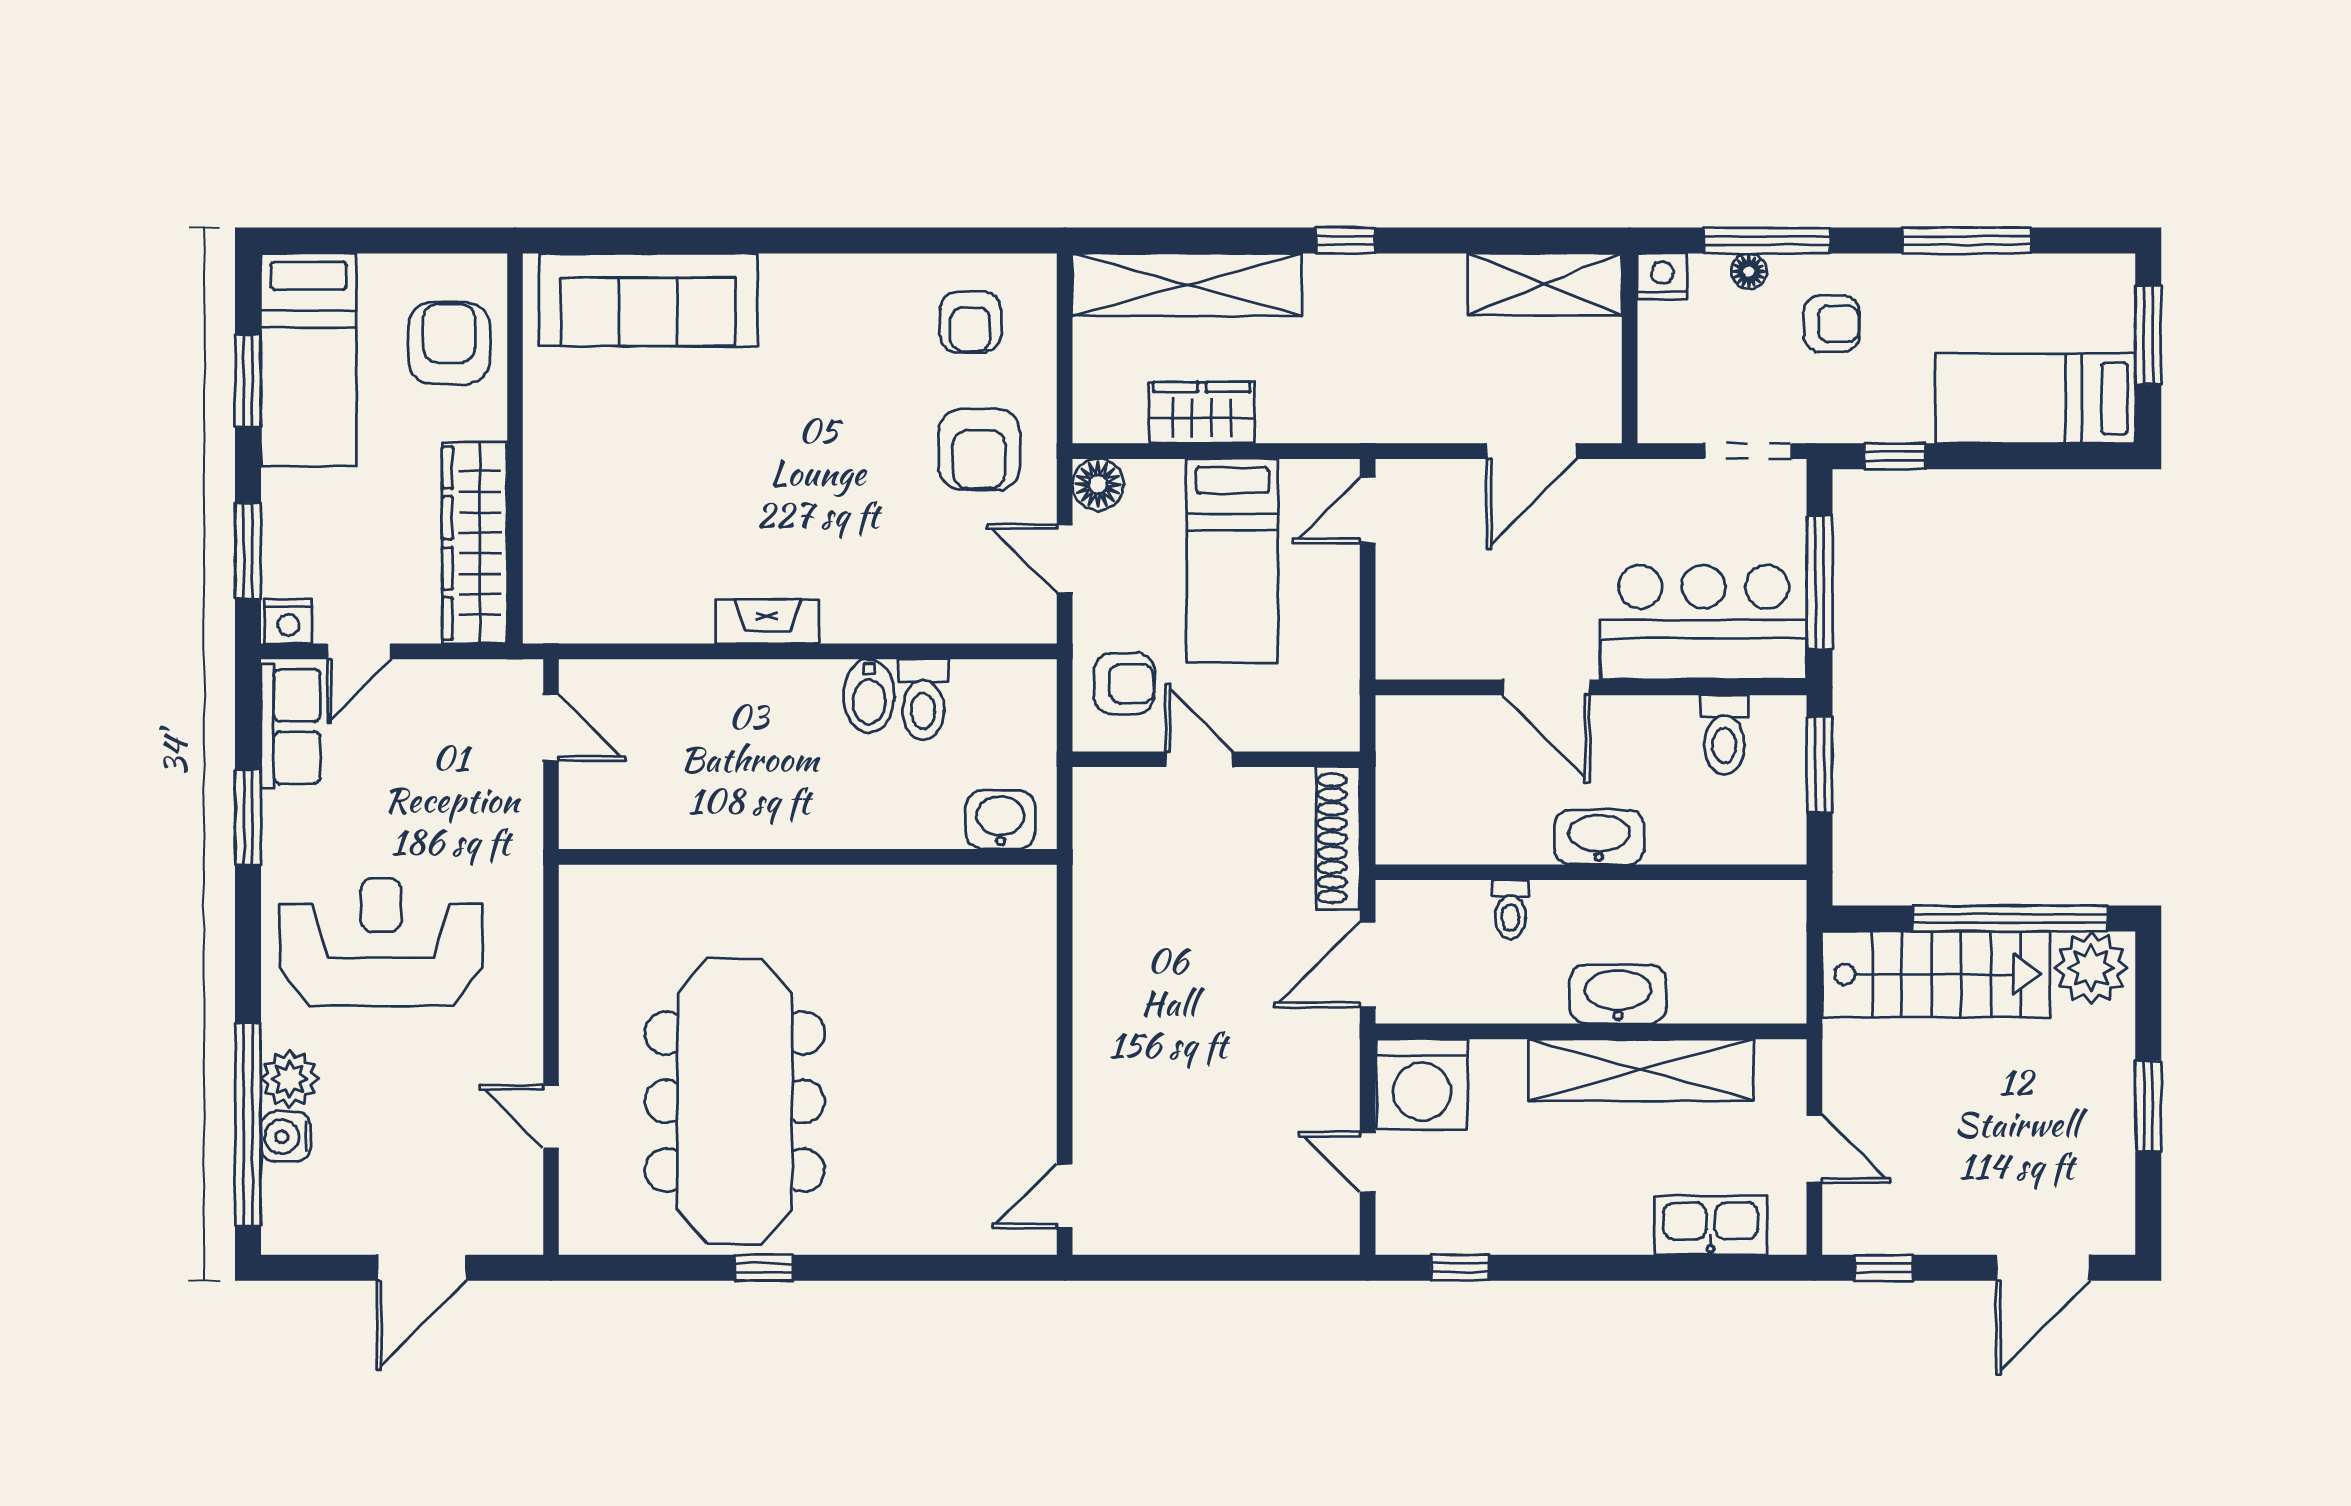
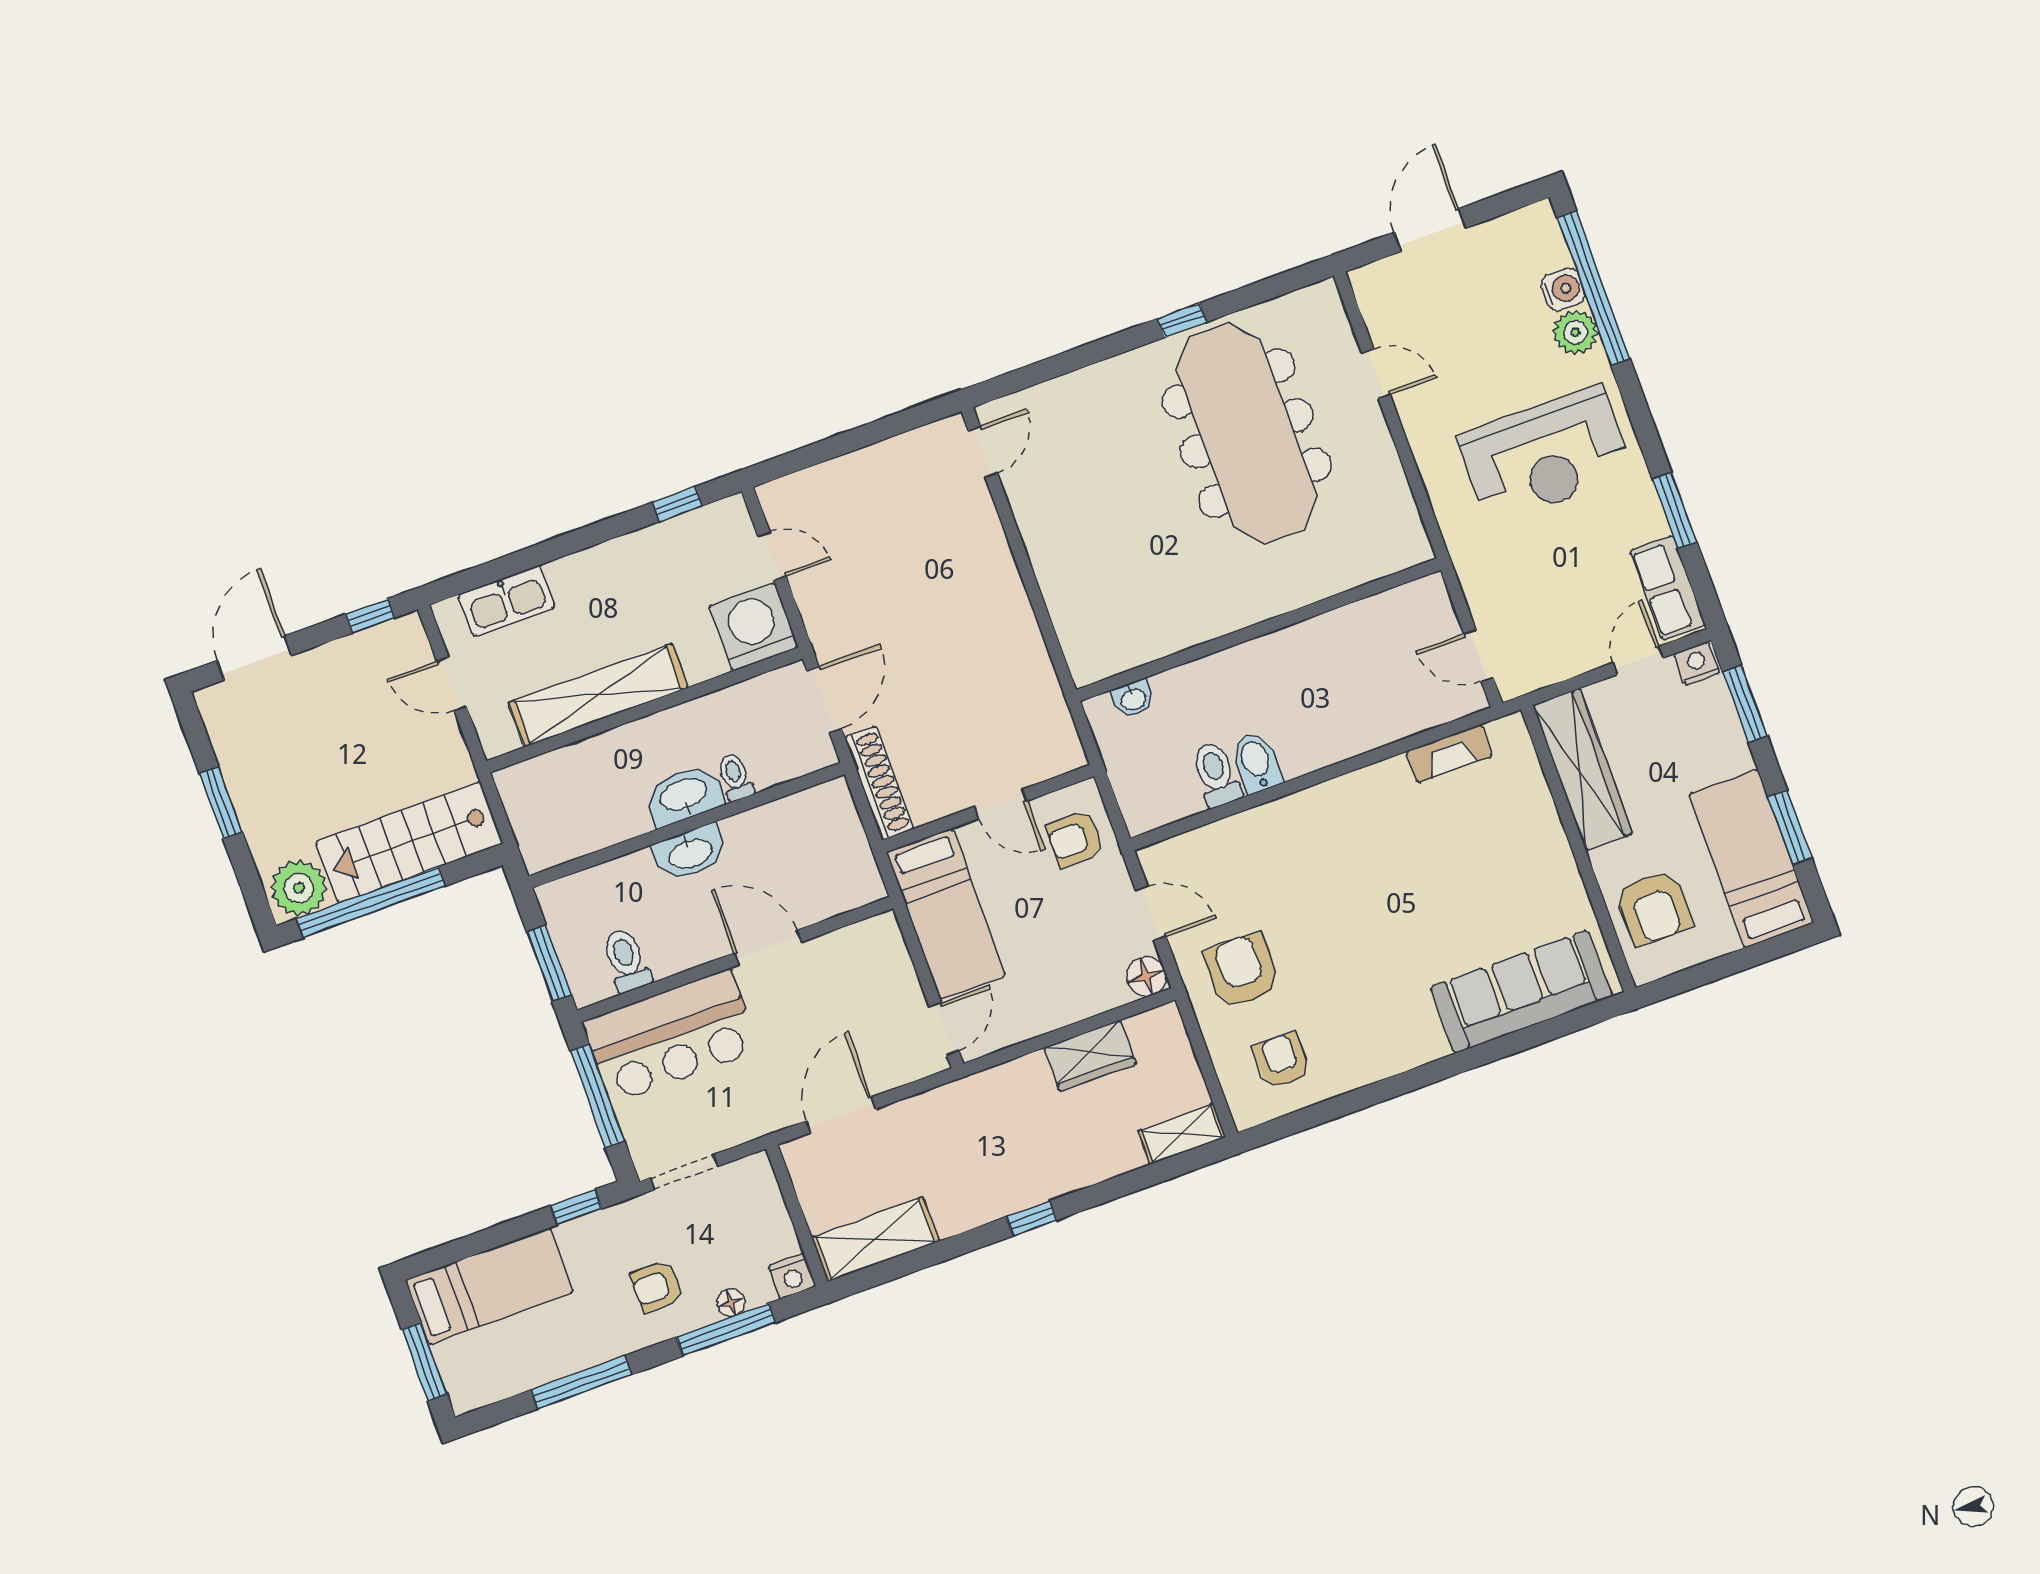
shelving: (1187, 285) -> (1182, 1134), width x0.45, depth x0.75
bed: (1232, 561) -> (946, 914), moved, turned 180
fireplace: (767, 622) -> (1449, 754), moved
washbasin: (1000, 820) -> (1133, 698), width x0.72, depth x0.69
washbasin: (1618, 994) -> (684, 796), moved, turned 180

